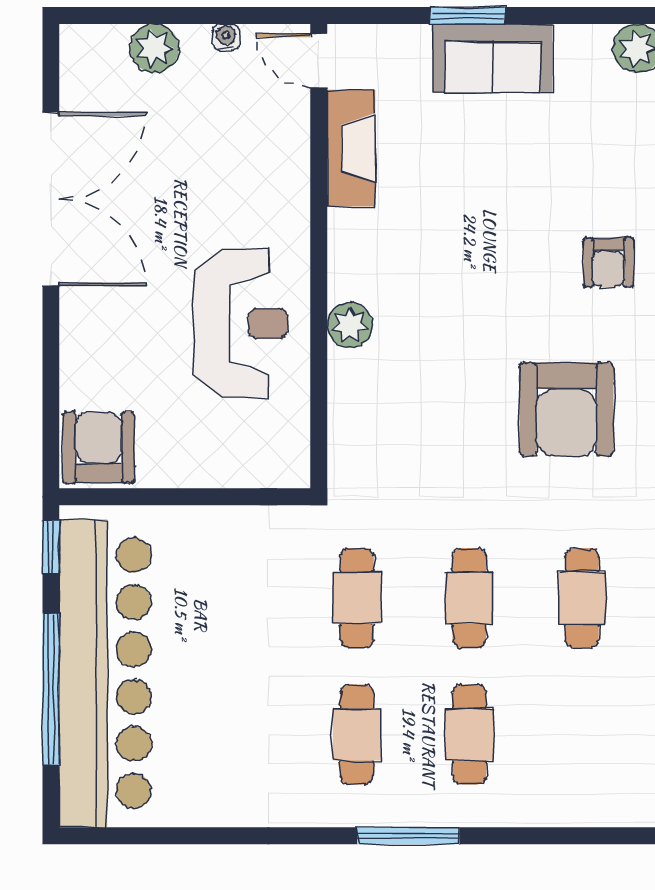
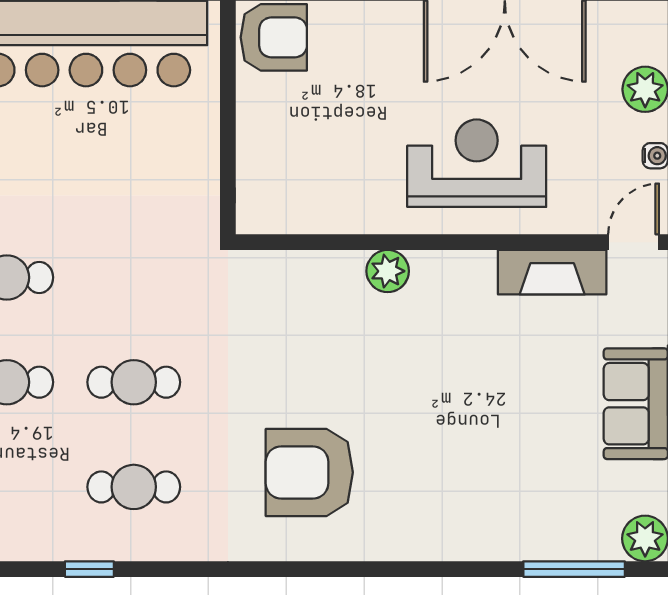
armchair: (608, 262) -> (446, 511), removed
reception desk: (241, 323) -> (477, 163), moved, turned 180
cafe table: (357, 598) -> (134, 277), removed

